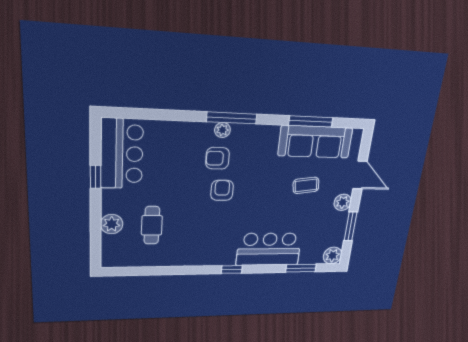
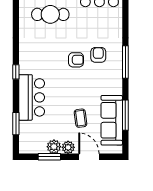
plant: (222, 130) -> (117, 57), removed
door: (360, 175) -> (89, 157), swing flipped
cafe table: (152, 225) -> (50, 14), width x1.37, depth x1.35
plant: (333, 256) -> (54, 147), moved

